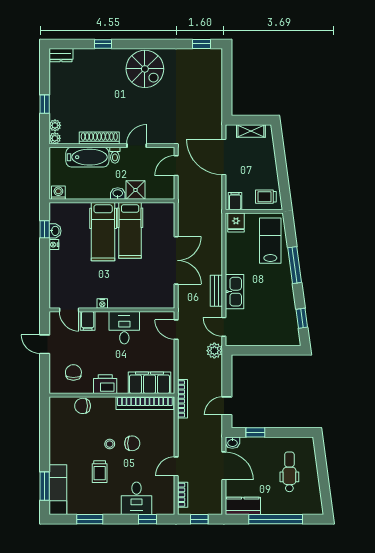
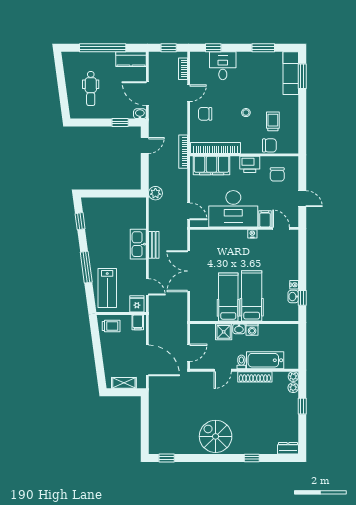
washing machine: (58, 193) -> (252, 330), moved
door: (224, 327) -> (147, 287), moved
desk: (124, 328) -> (233, 209), width x1.87, depth x1.30
chair: (132, 443) -> (205, 114), moved
trolley: (100, 472) -> (273, 121), moved

